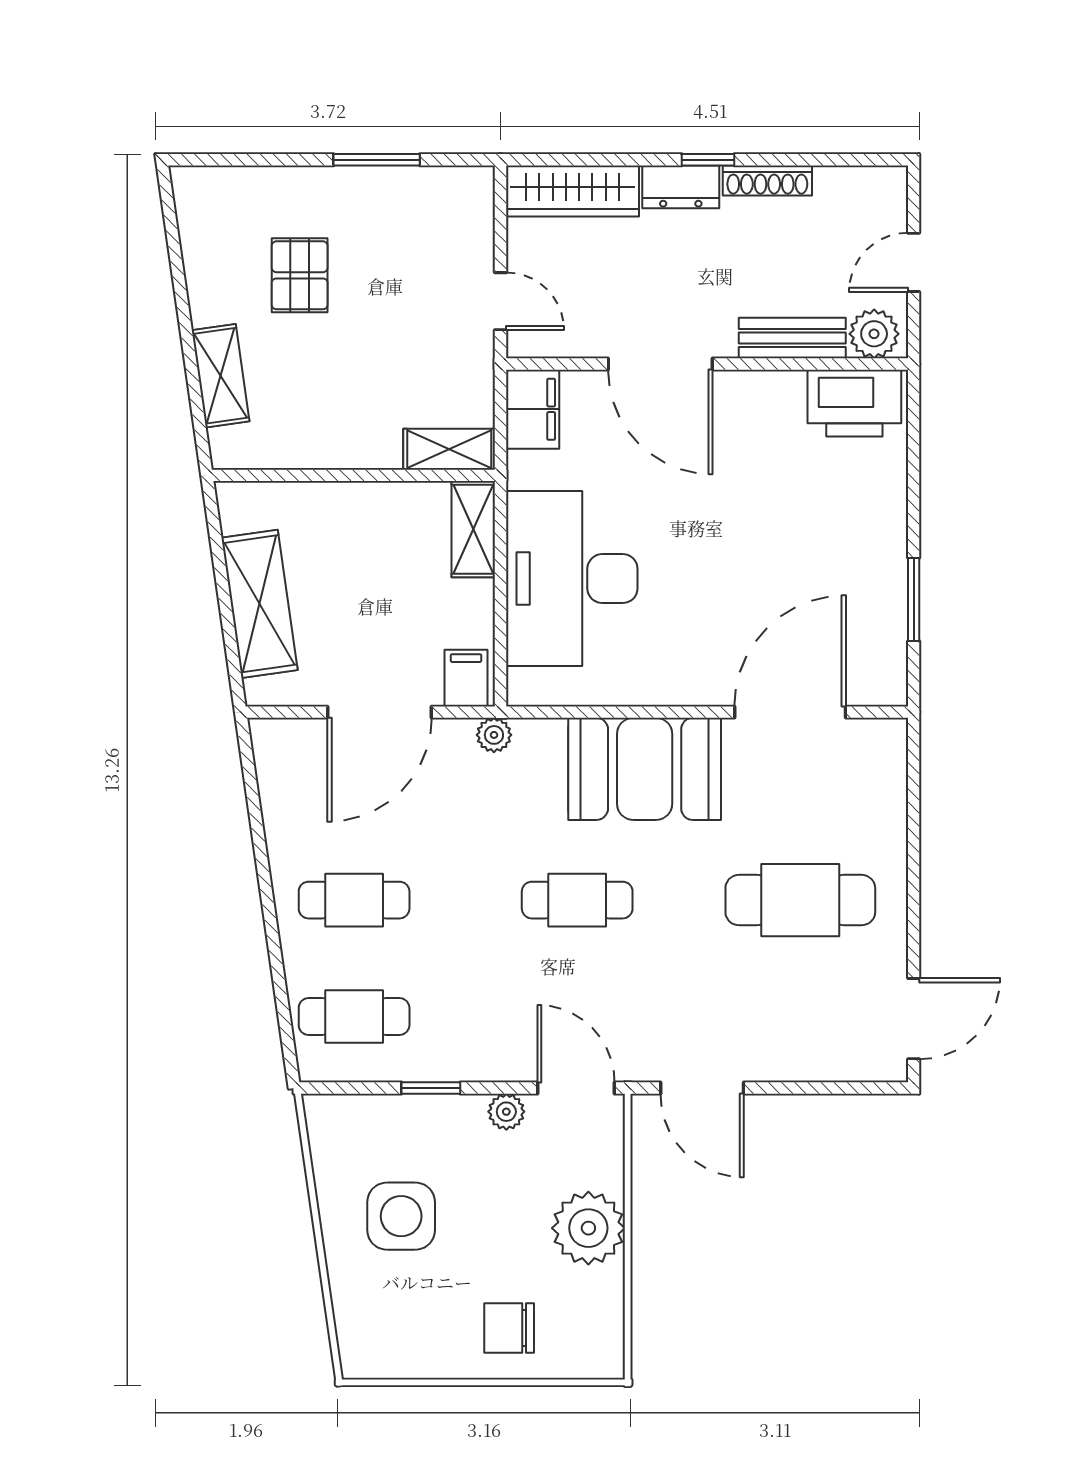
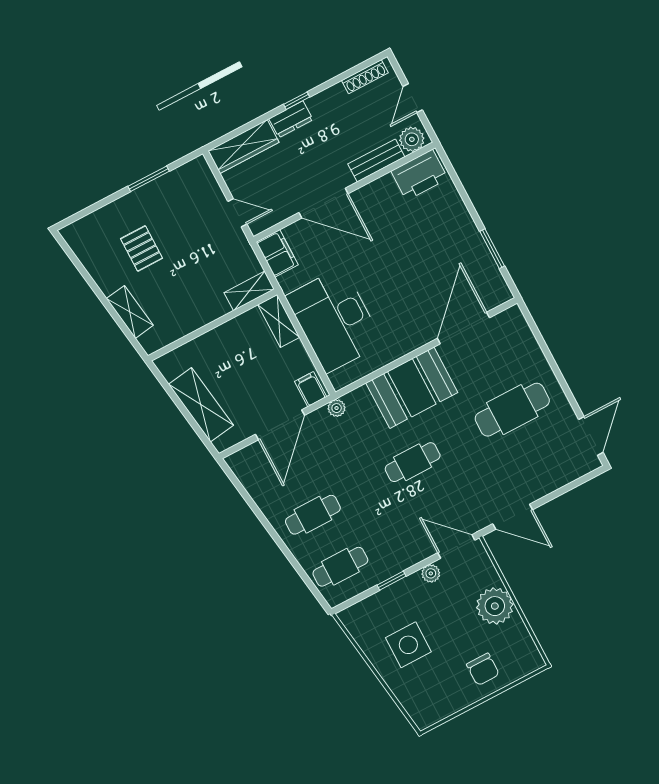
shoe rack: (767, 180) -> (365, 77), moved
chair: (509, 1328) -> (483, 669), turned -90

